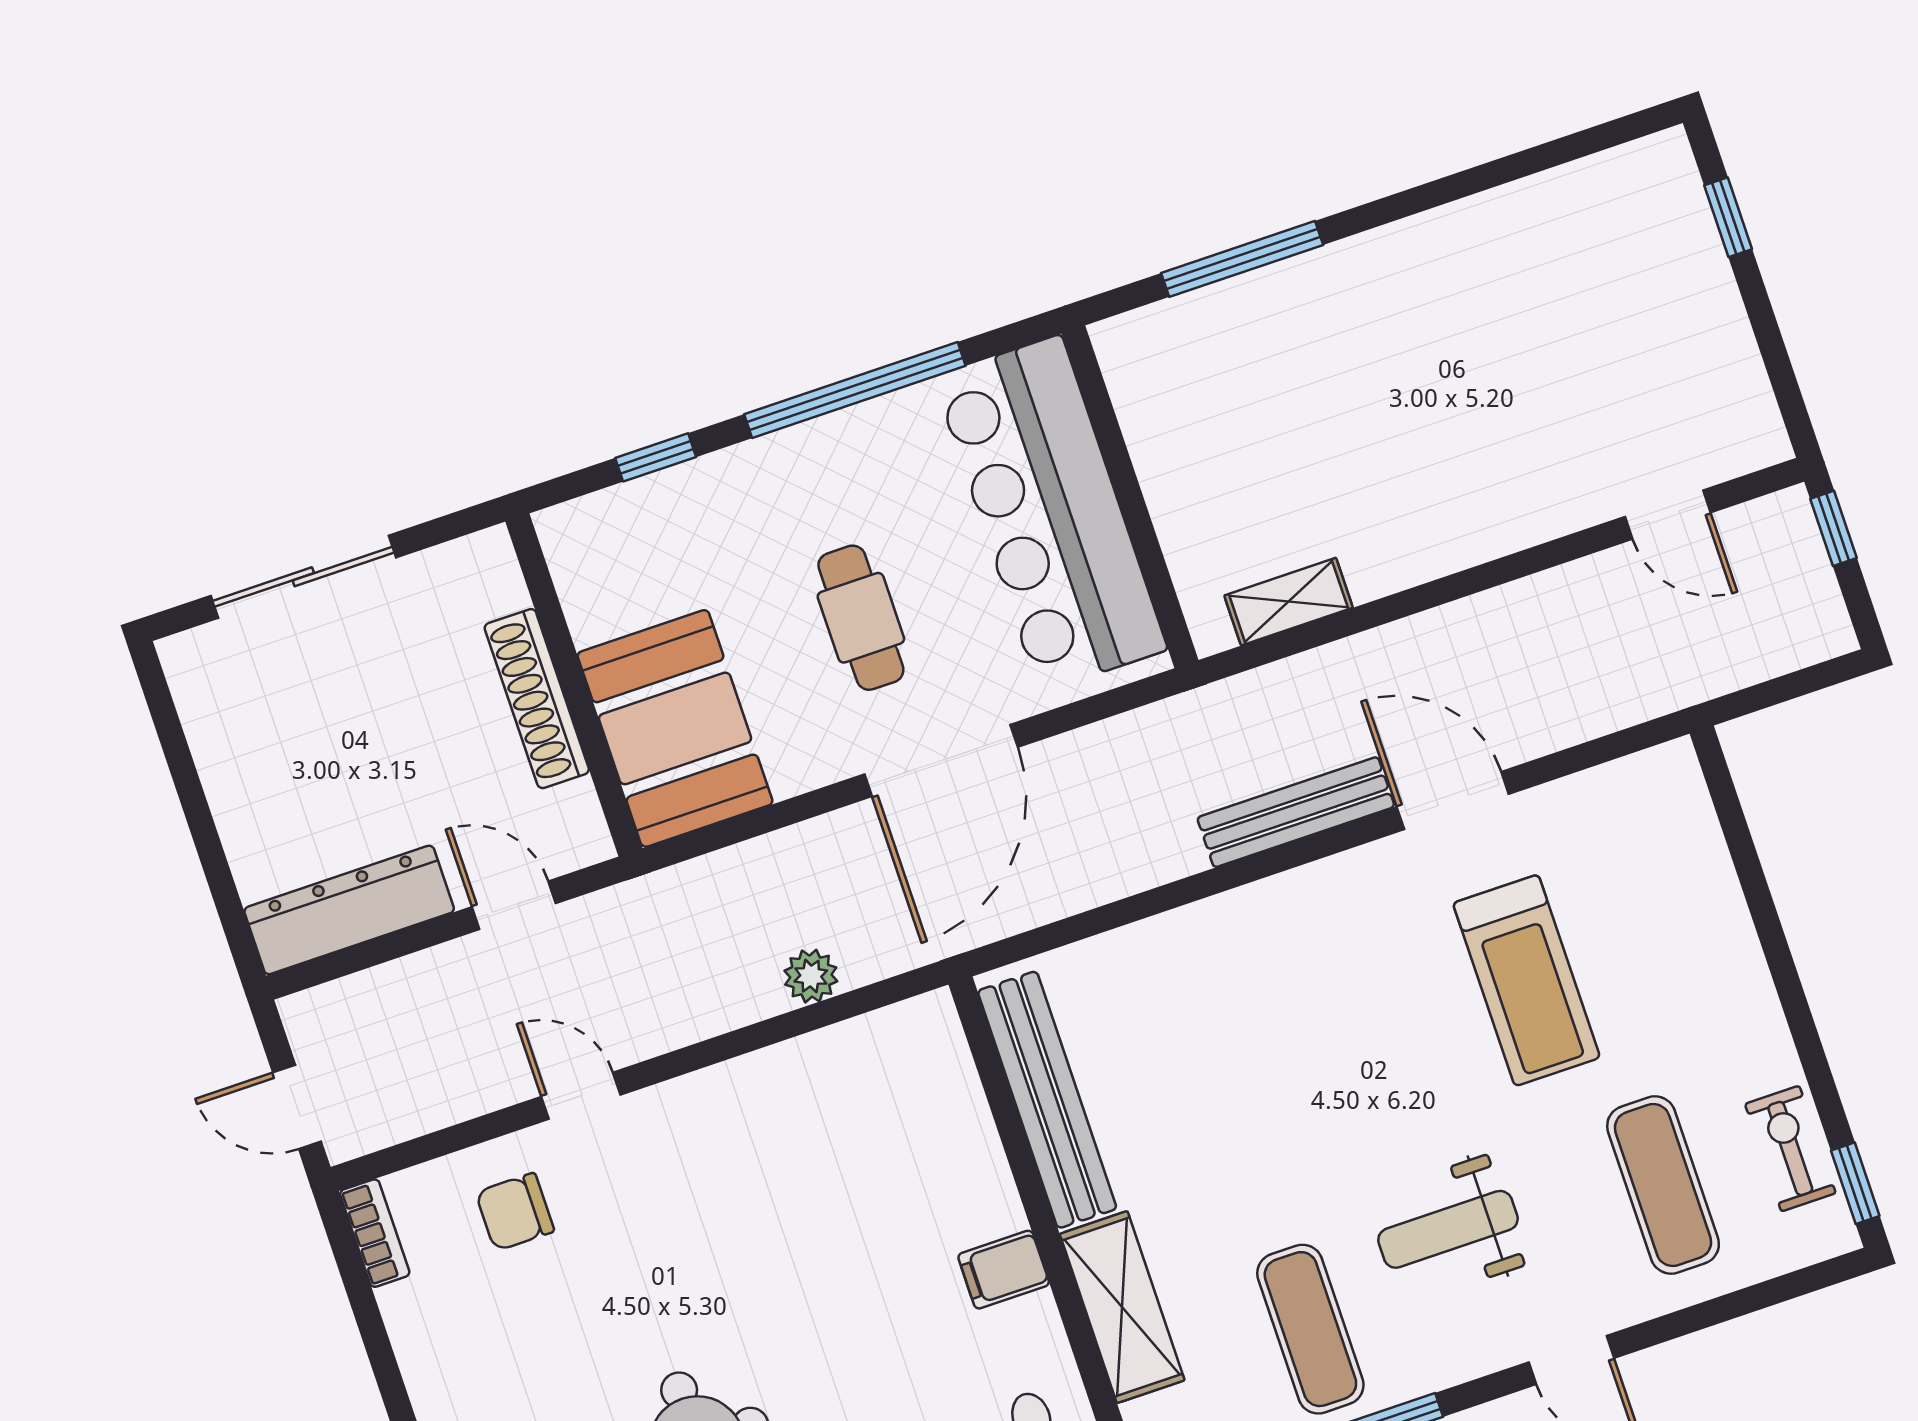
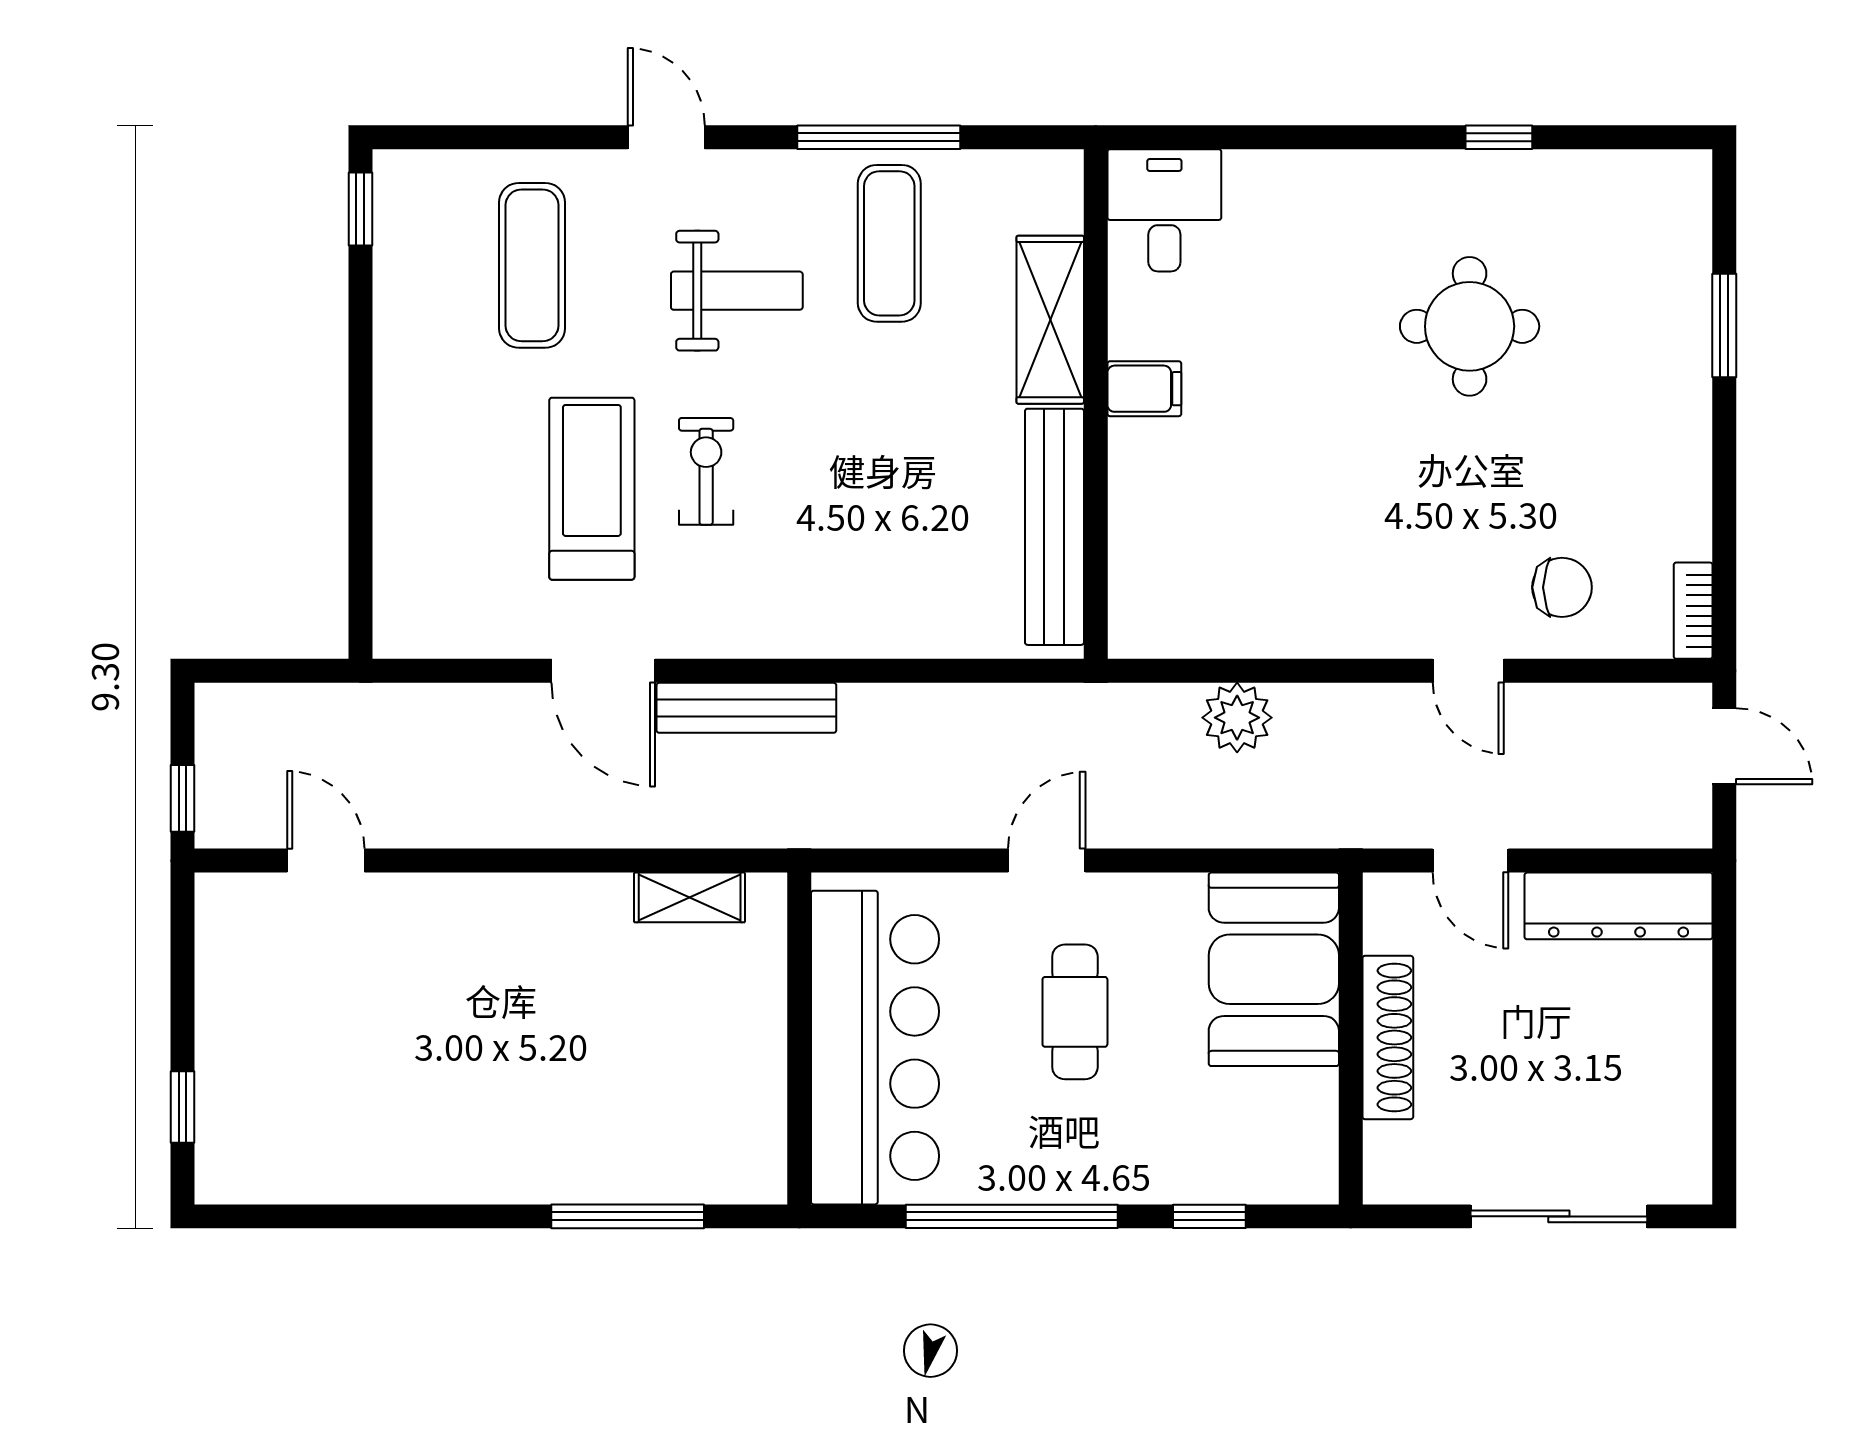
door: (941, 761) -> (1047, 861), width x0.53
plant: (811, 976) -> (1237, 718), width x1.38, depth x1.38
exercise bike: (1790, 1149) -> (706, 471), moved, turned 180

